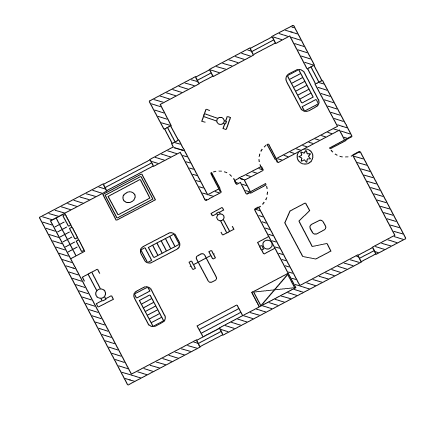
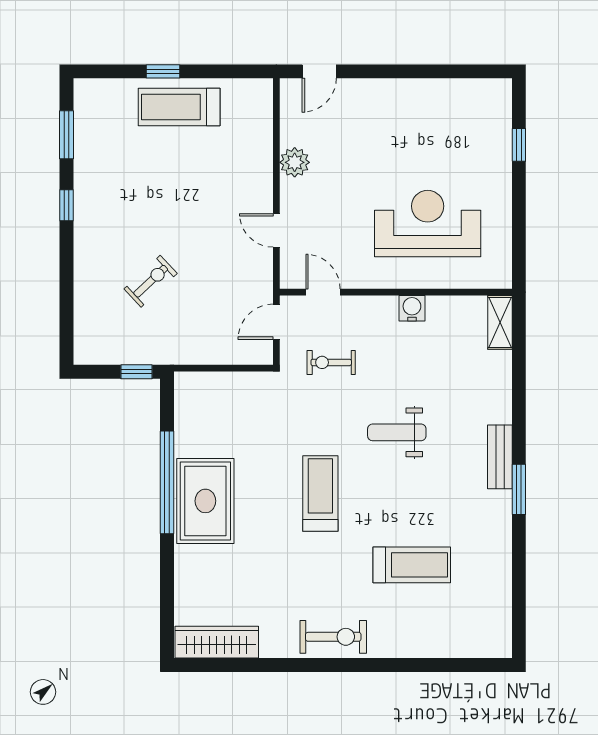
window: (204, 77) -> (67, 205), moved
weight bench: (206, 268) -> (397, 432), turned 180
shelving: (274, 290) -> (500, 322), width x0.67, depth x0.75
bench: (220, 321) -> (500, 457), width x0.73

